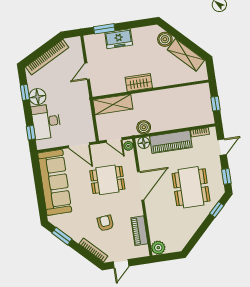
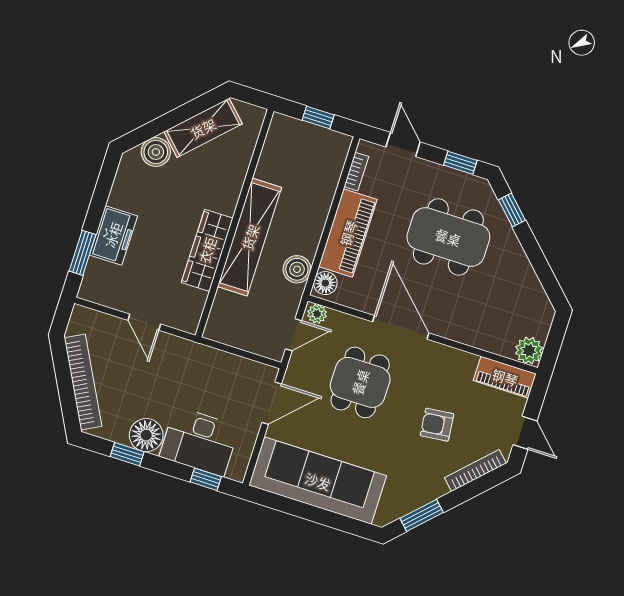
wardrobe: (139, 83) -> (207, 250), width x1.50
shelving: (113, 104) -> (250, 237), moved, width x1.47
piano: (139, 231) -> (505, 377), moved

